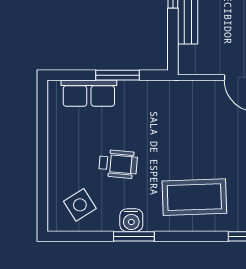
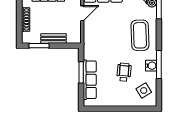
row of seats: (89, 93) -> (90, 80), width x1.48
window: (134, 236) -> (159, 64), width x1.44

